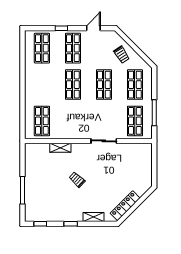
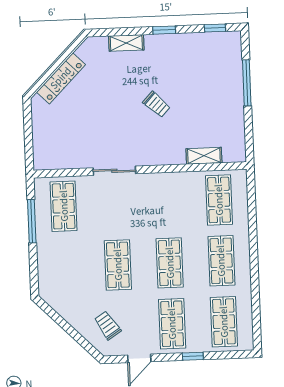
trolley: (122, 55) -> (108, 325), moved
shop shelf: (135, 85) -> (221, 261), moved
shelving: (60, 148) -> (204, 156), moved
locker: (125, 206) -> (61, 78), moved

